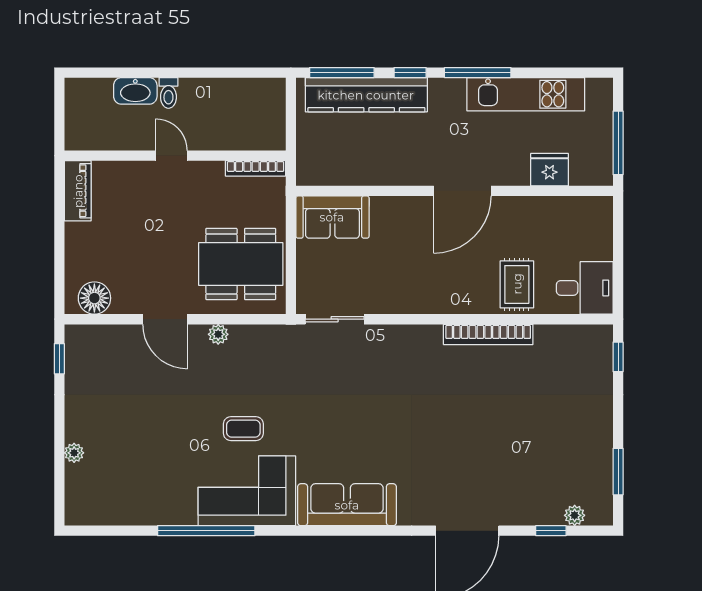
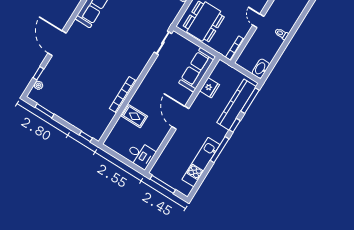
washbasin: (135, 91) -> (261, 69), moved
door: (171, 156) -> (258, 21), swing flipped
fridge: (549, 170) -> (210, 88), moved
sofa: (332, 217) -> (197, 70), width x1.36
desk: (585, 288) -> (141, 155), moved, turned -90

